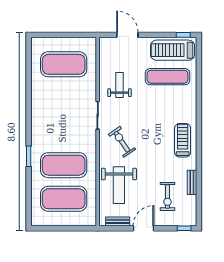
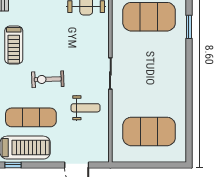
weight bench: (119, 85) -> (86, 108), turned -90
exercise bike: (122, 142) -> (48, 79), moved, turned 122

